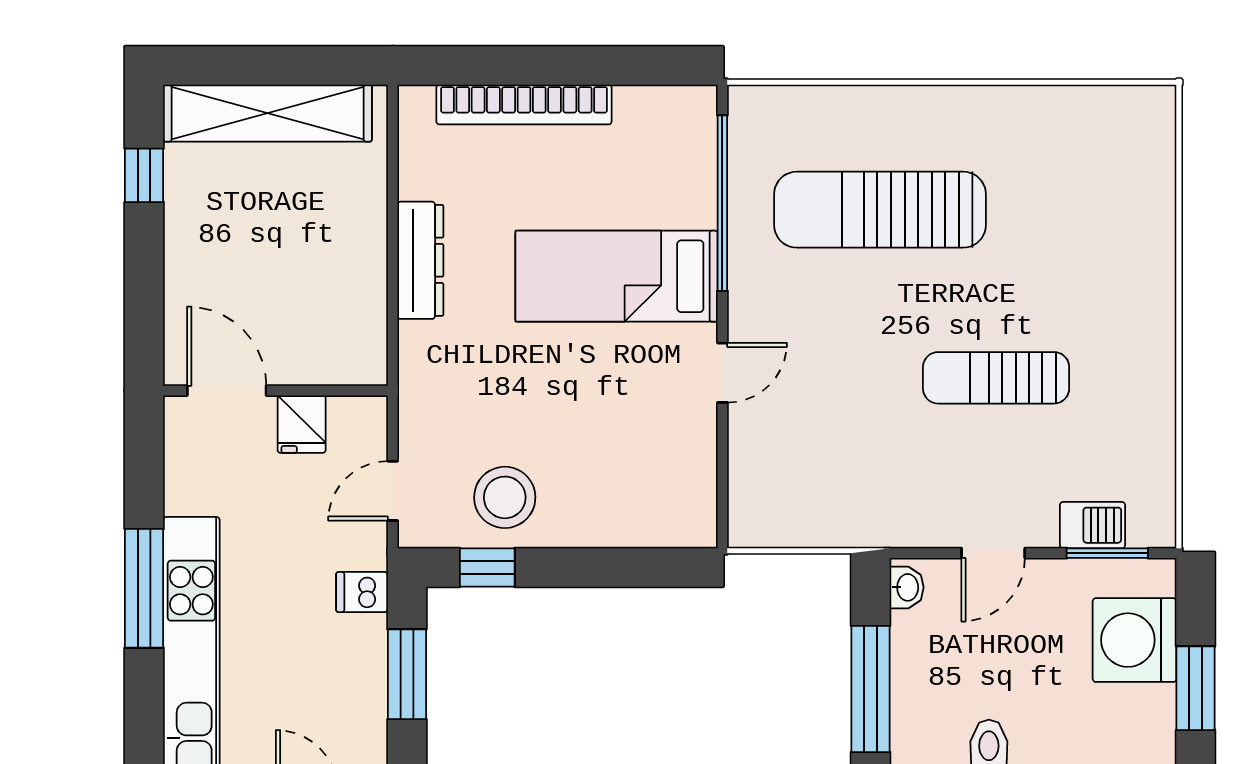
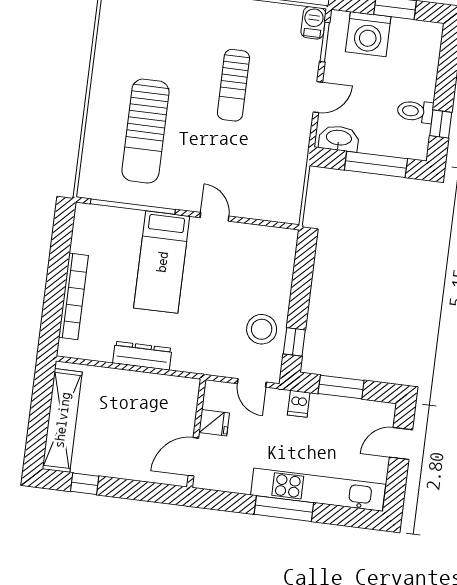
barbecue: (1092, 525) -> (313, 23), moved
door: (993, 553) -> (318, 97), hinge flipped
washbasin: (907, 587) -> (339, 138), width x1.91, depth x1.45

